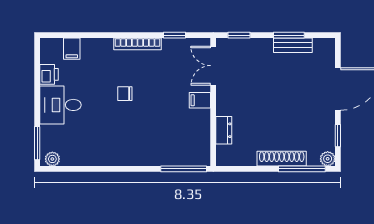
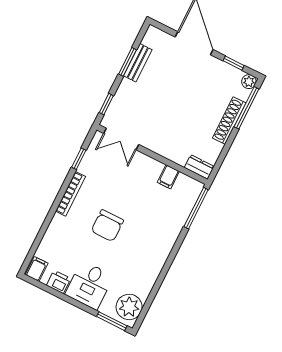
filing cabinet: (72, 49) -> (37, 269), moved, turned -90
chair: (125, 94) -> (107, 226), width x1.87, depth x1.87
filing cabinet: (200, 100) -> (168, 177), moved
dresser: (224, 130) -> (199, 167), moved
plant: (52, 159) -> (129, 307), width x1.88, depth x1.88

